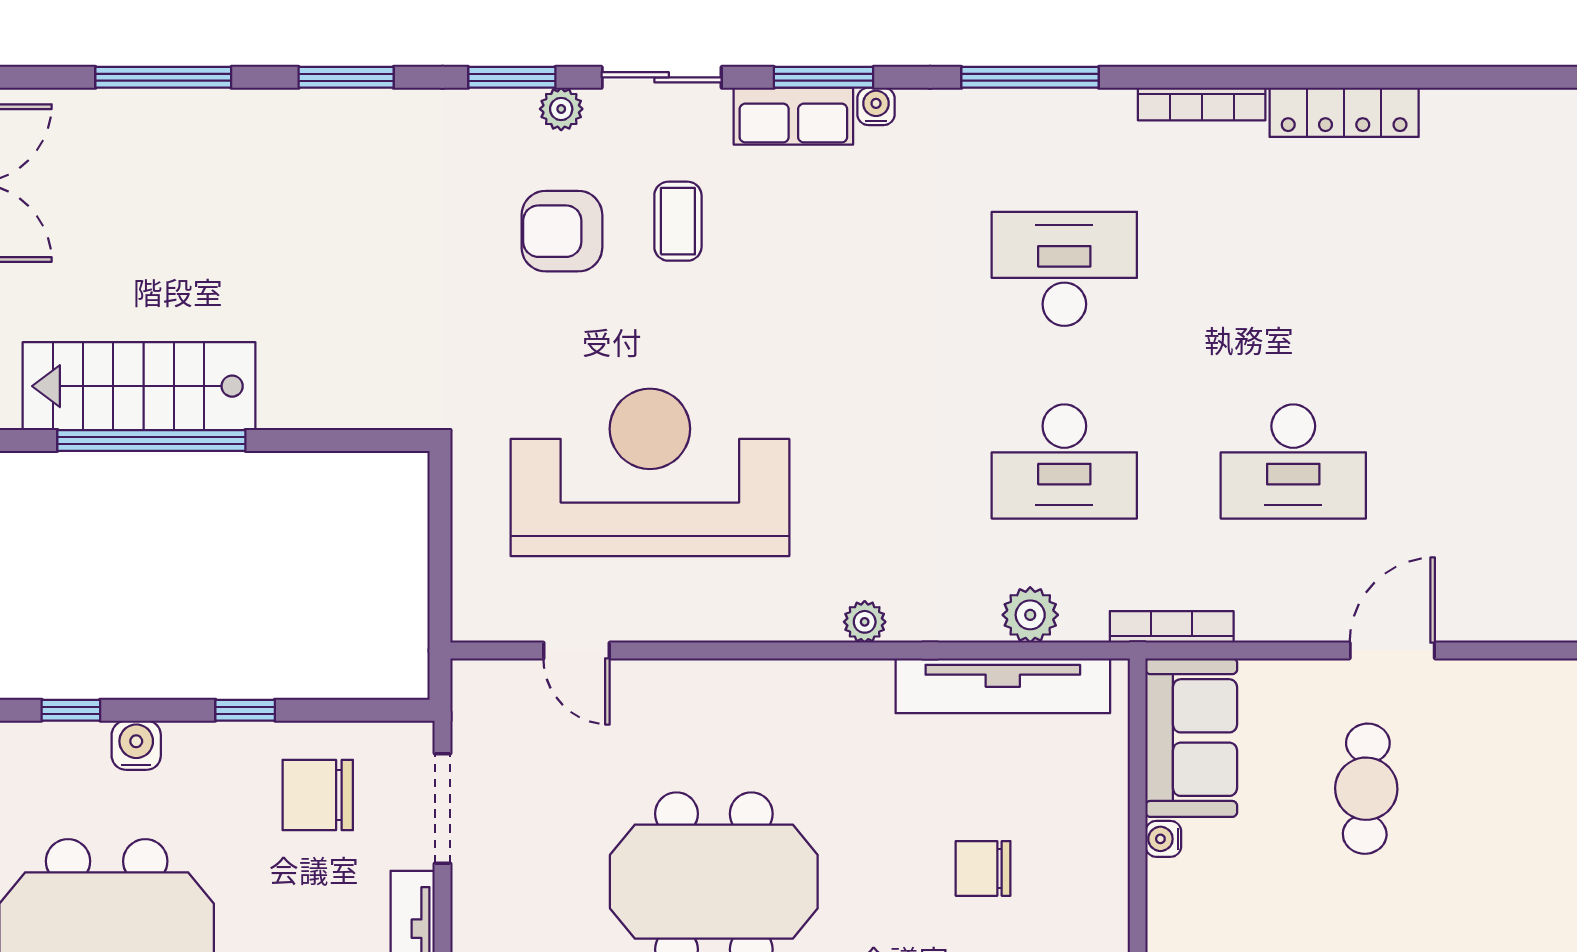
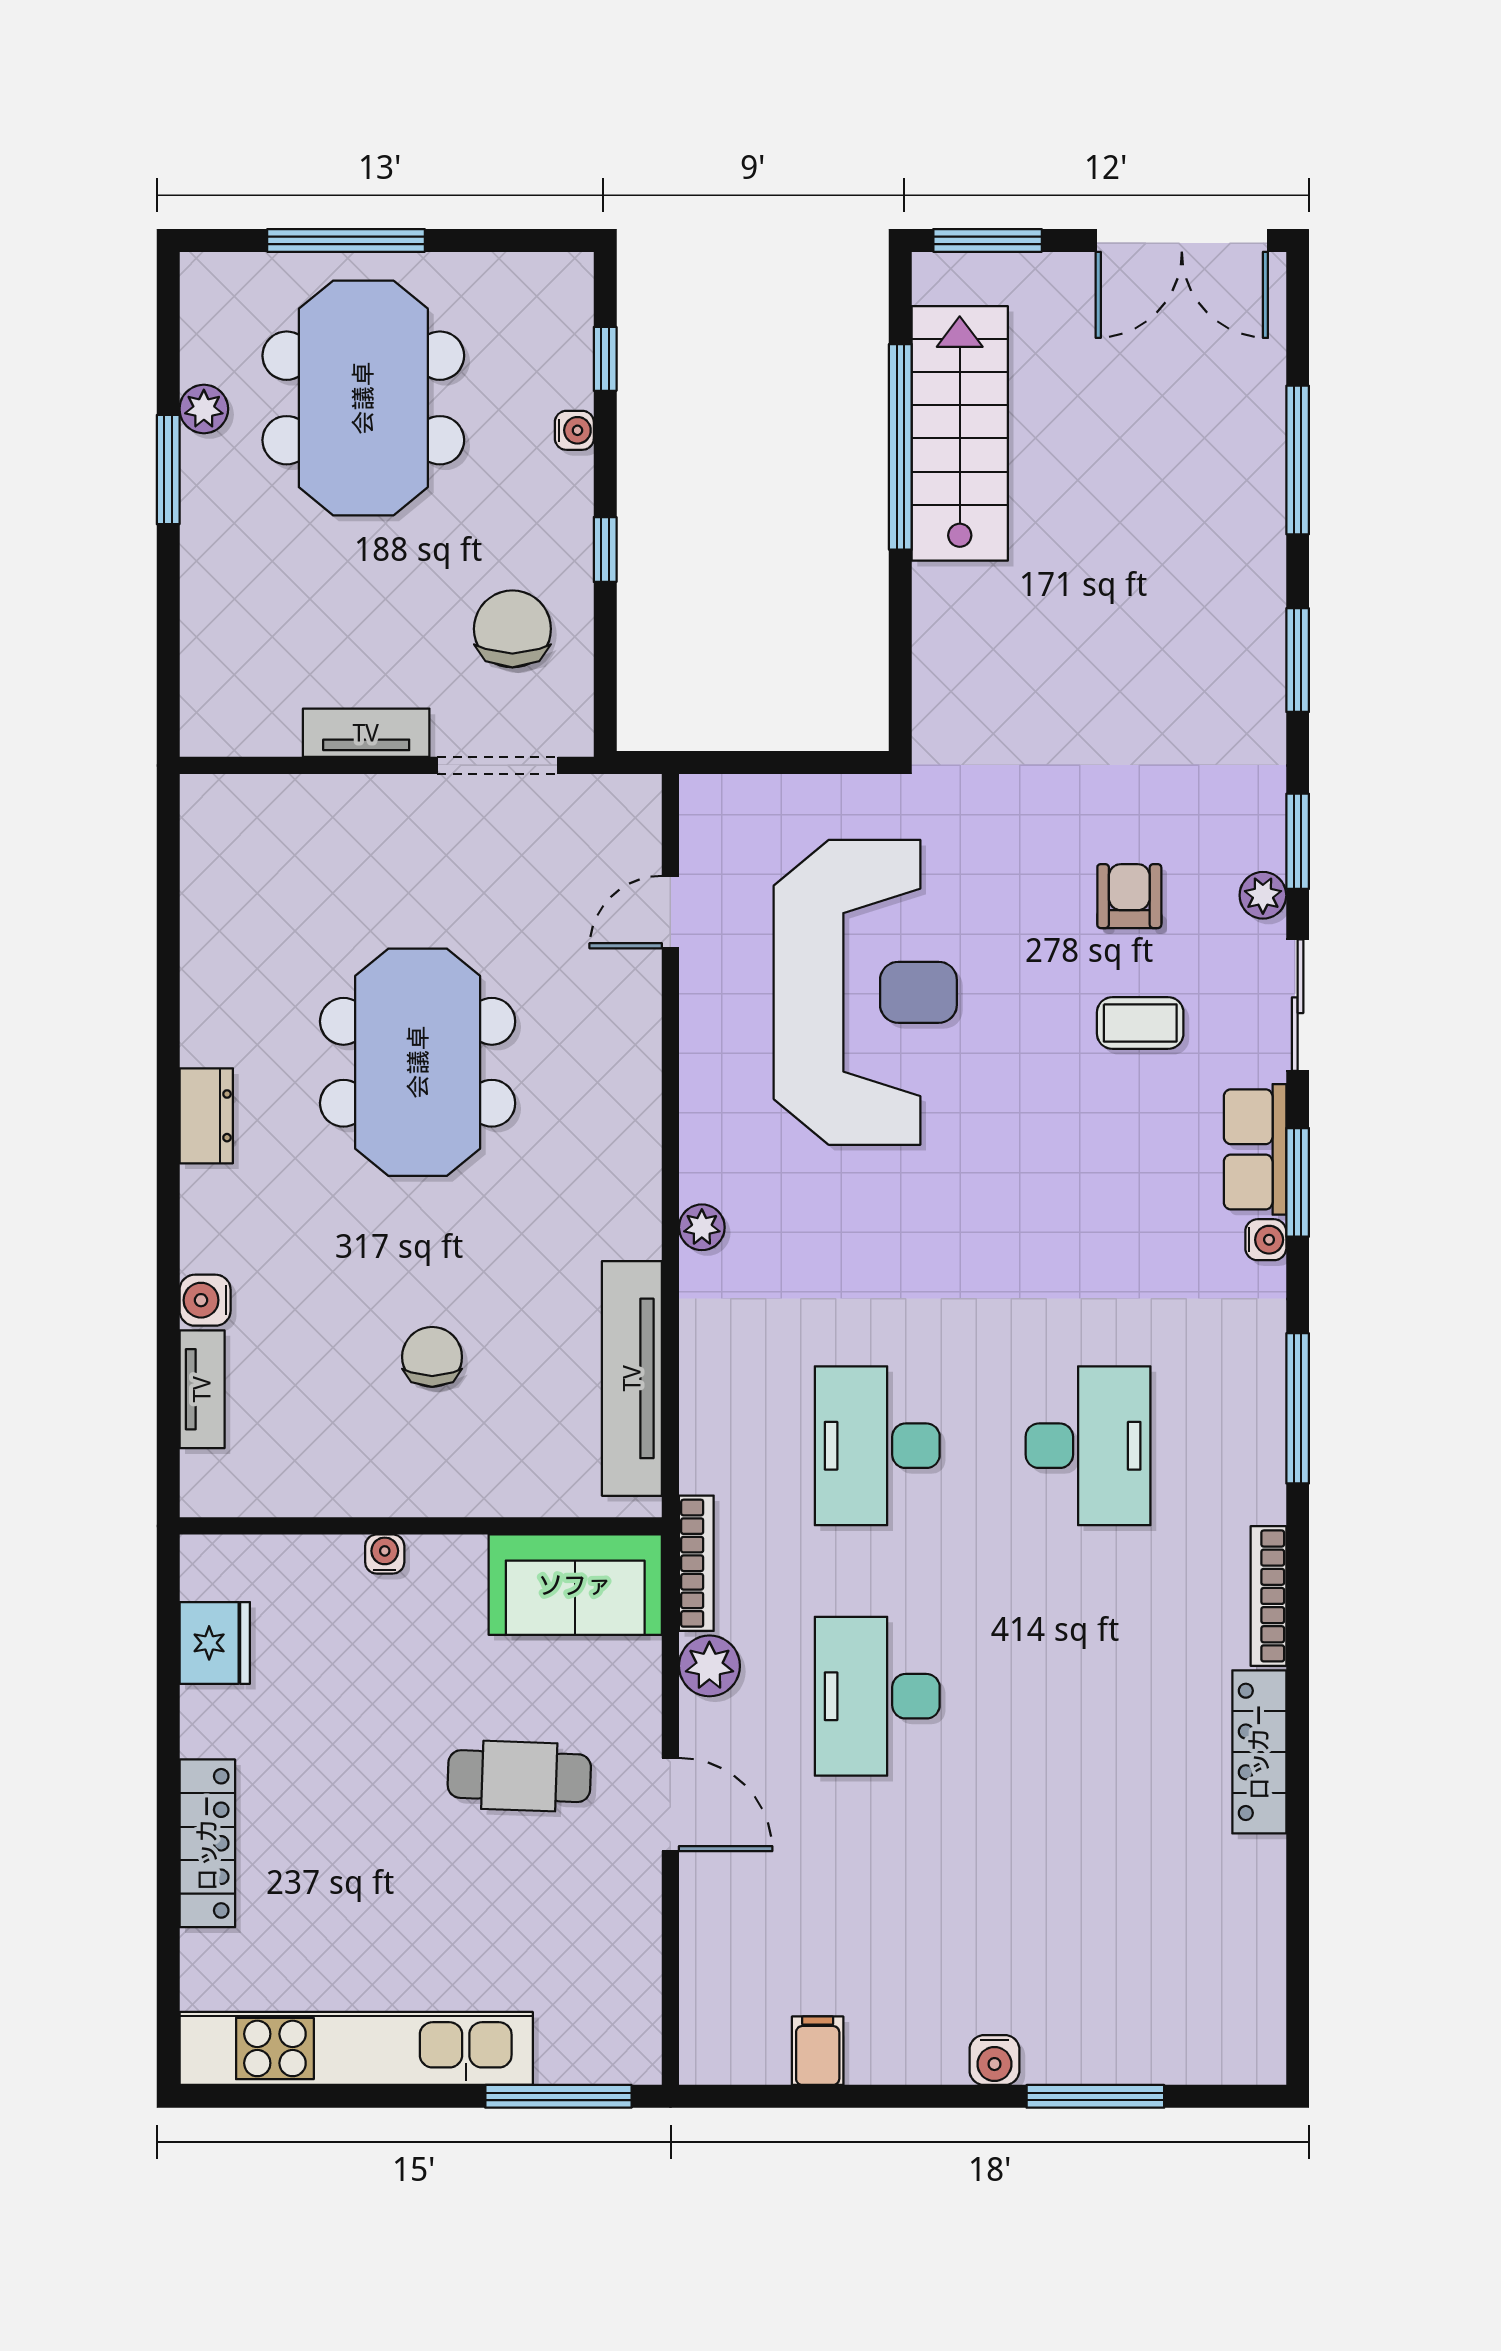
armchair: (562, 231) -> (1129, 896), width x0.72, depth x0.72
plant: (1030, 615) -> (709, 1666), moved
water cooler: (136, 745) -> (574, 430), width x0.72, depth x0.72
water cooler: (1163, 839) -> (385, 1554), moved

